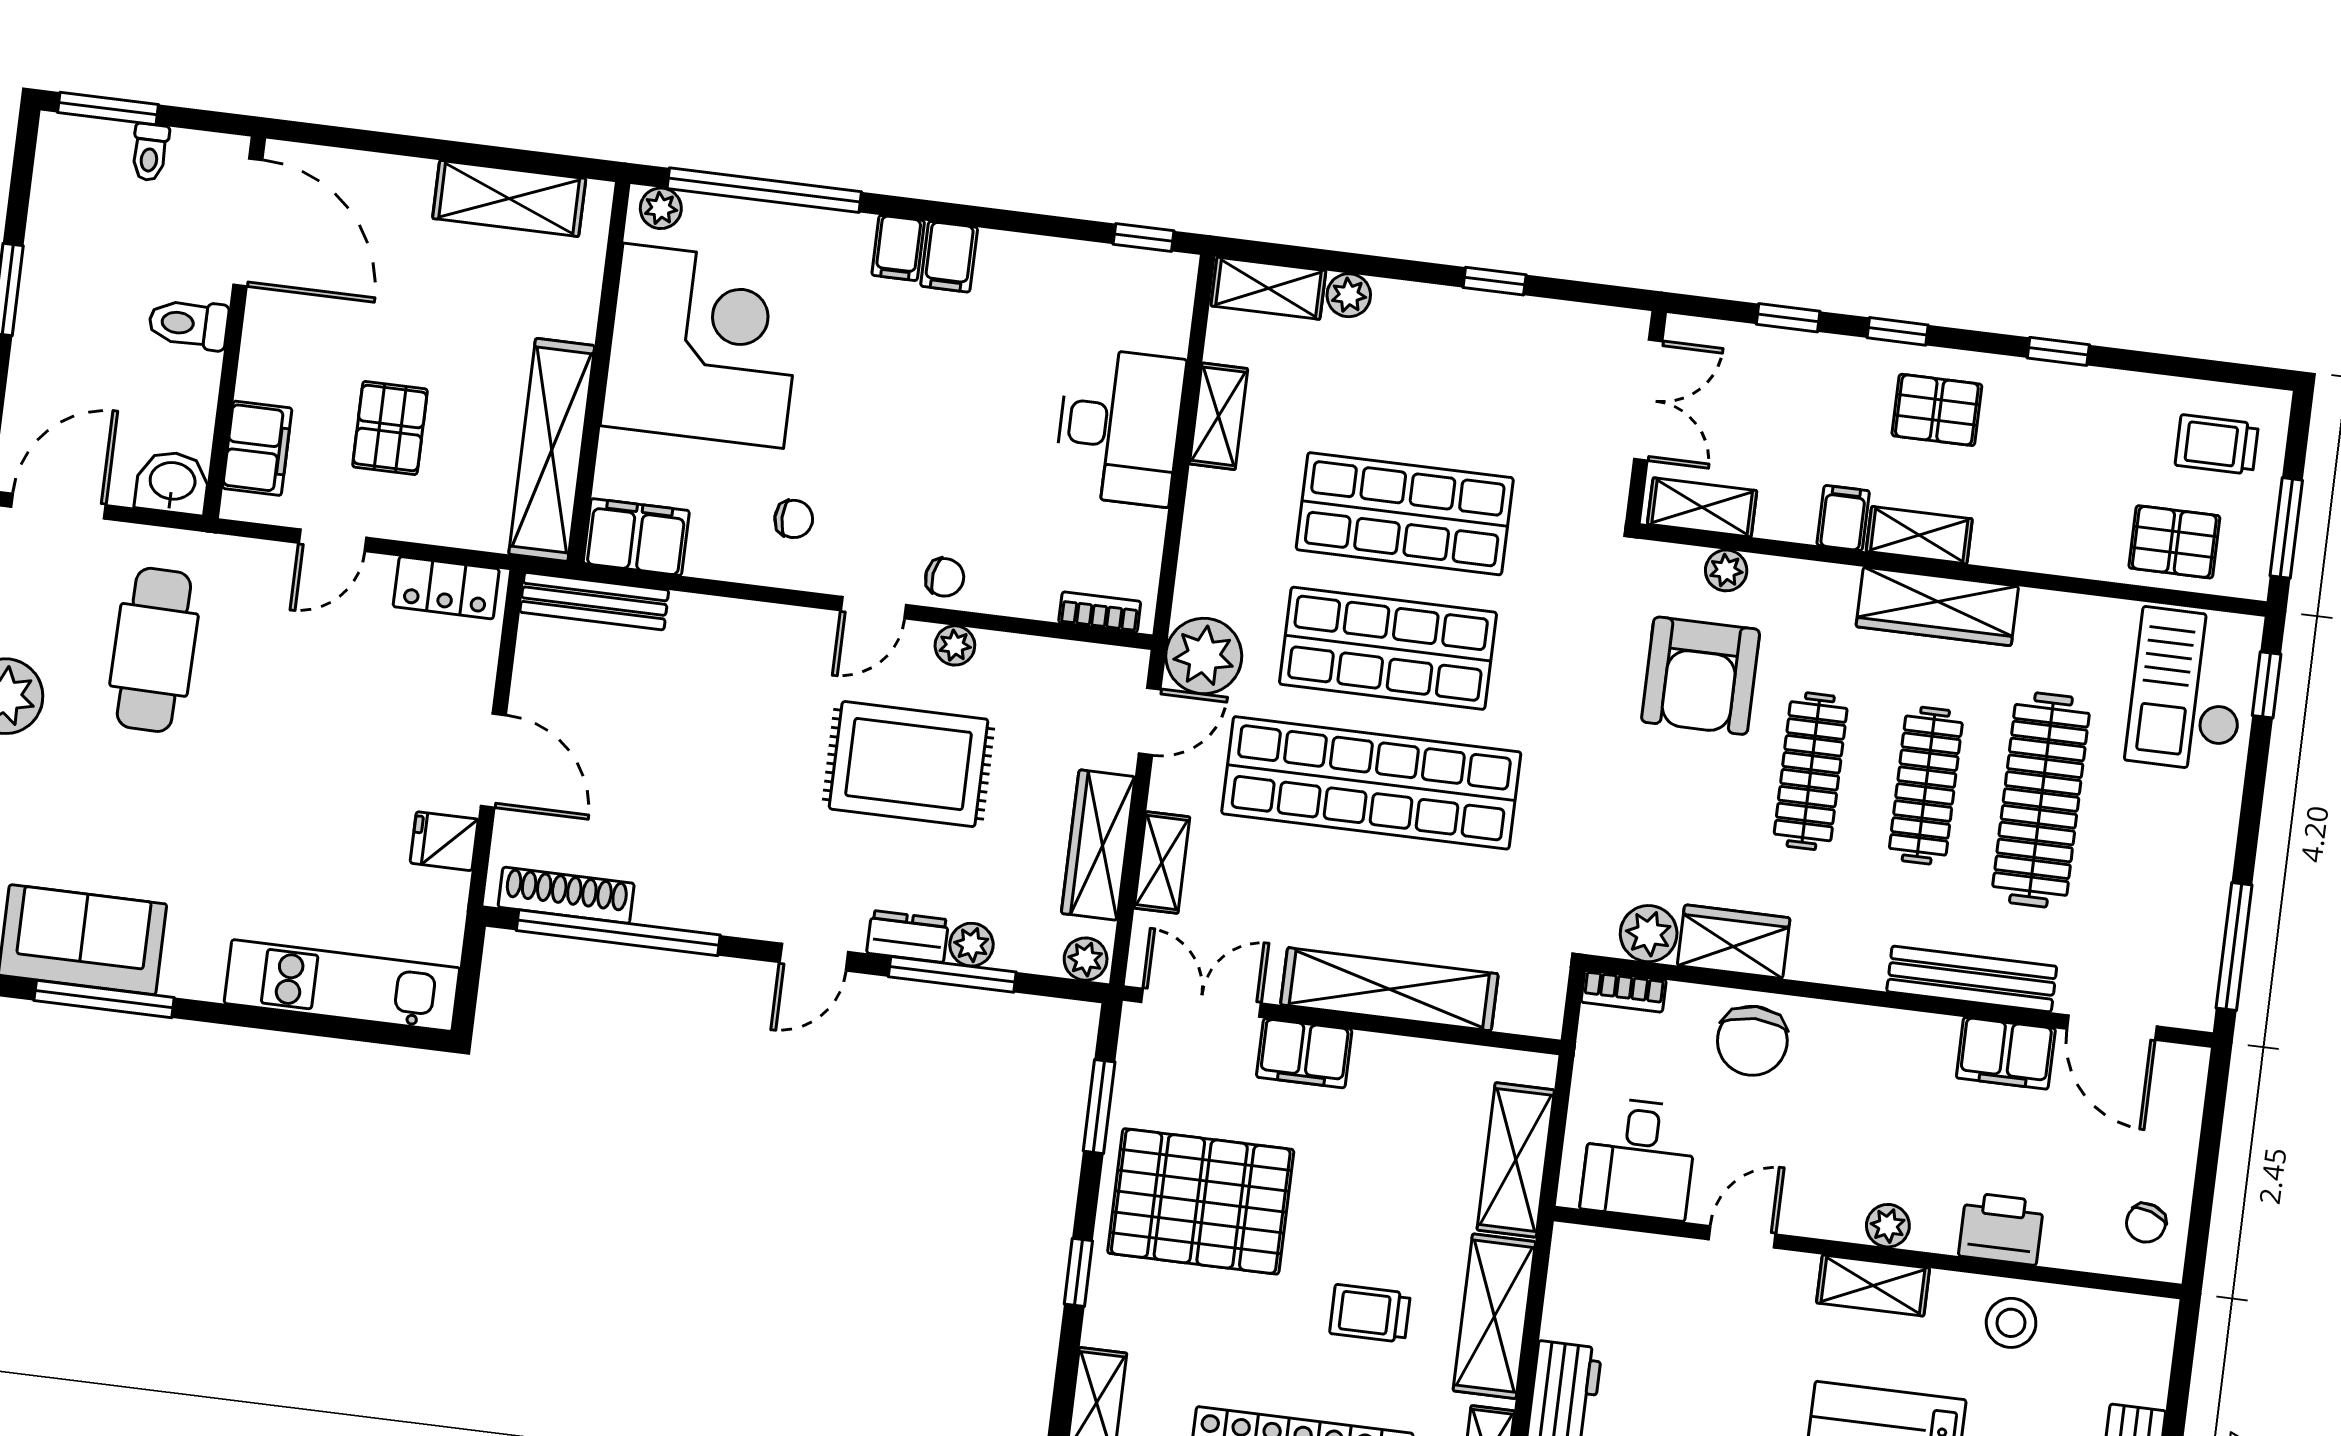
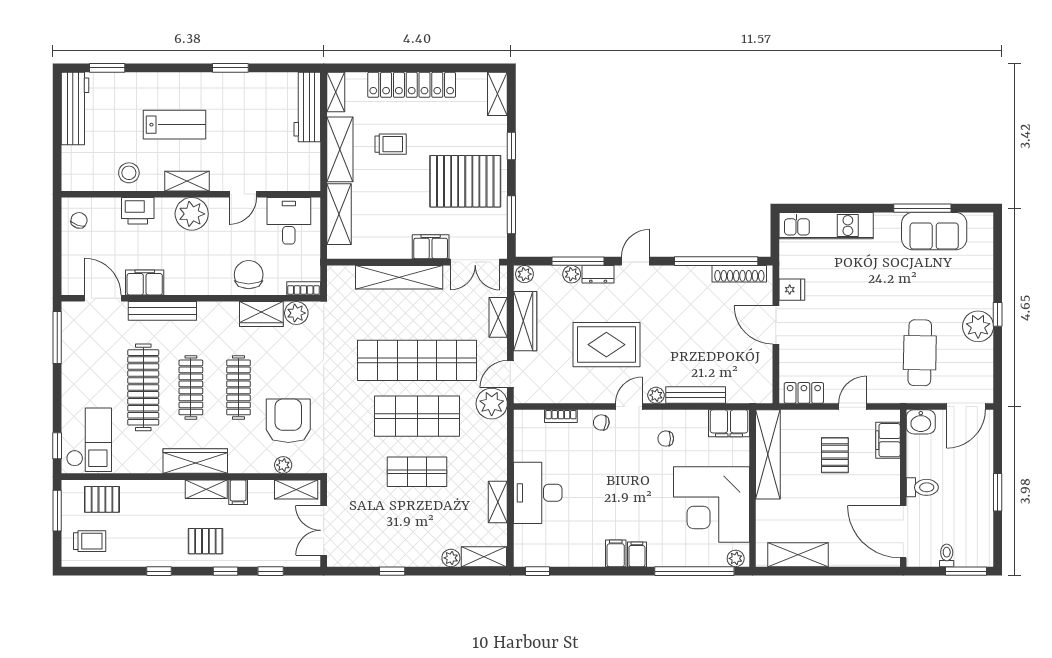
shop shelf: (1405, 514) -> (417, 472), width x0.70, depth x0.74
bench: (594, 601) -> (696, 395), moved
bookcase: (1100, 612) -> (561, 416), moved
plant: (955, 645) -> (656, 395), moved
plant: (1888, 1226) -> (192, 214), width x1.88, depth x1.88

